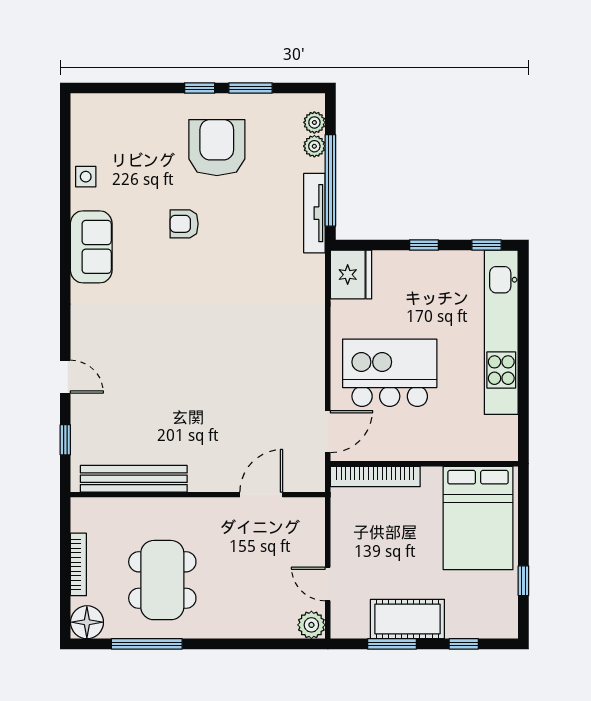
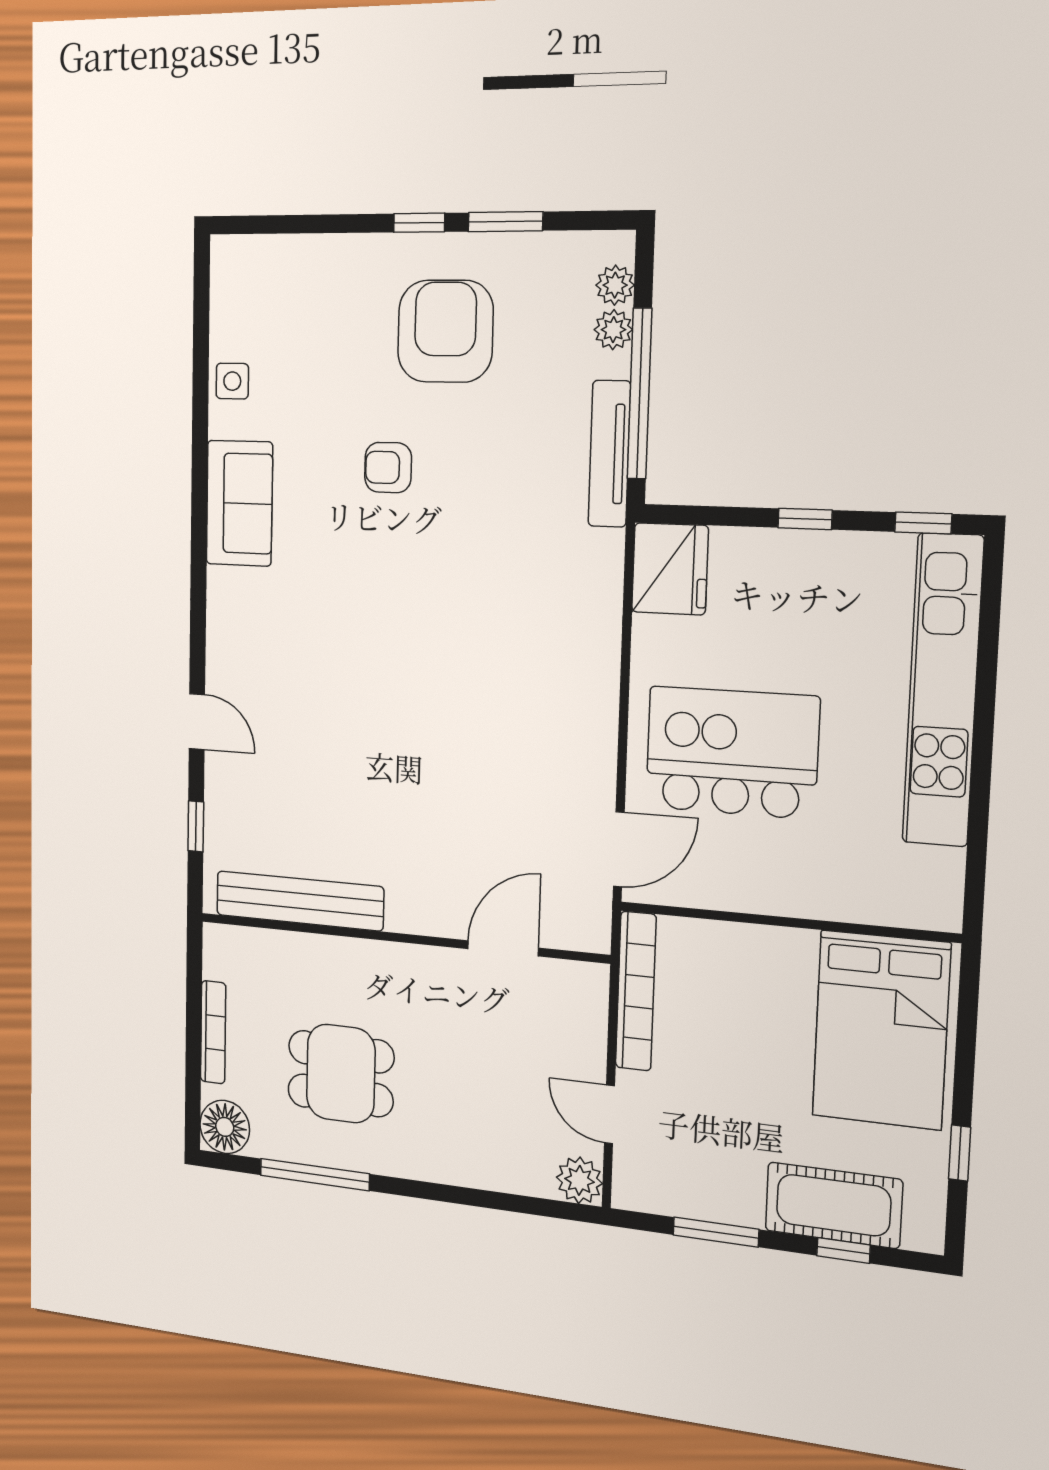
bookcase: (375, 476) -> (636, 991), moved, turned -90
dining table: (162, 580) -> (341, 1074), width x0.73
cot: (407, 619) -> (833, 1205), moved

